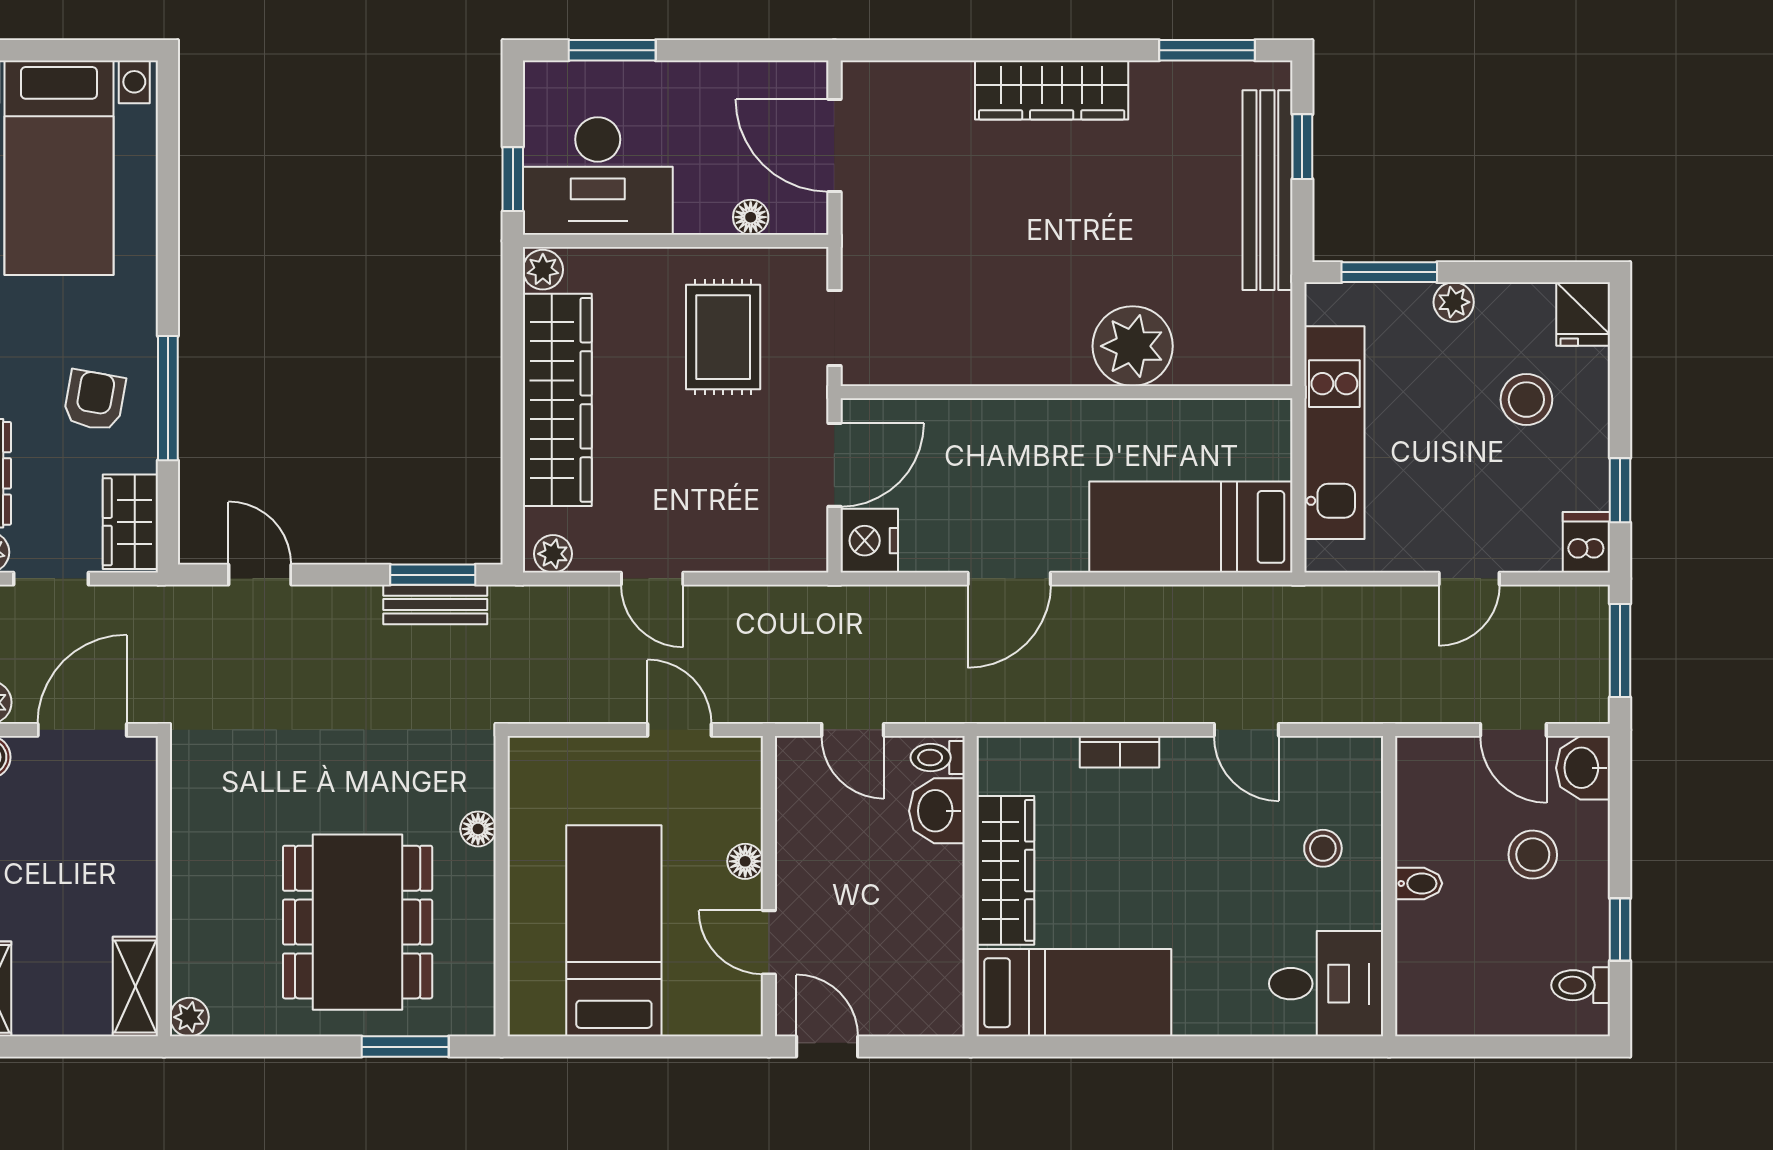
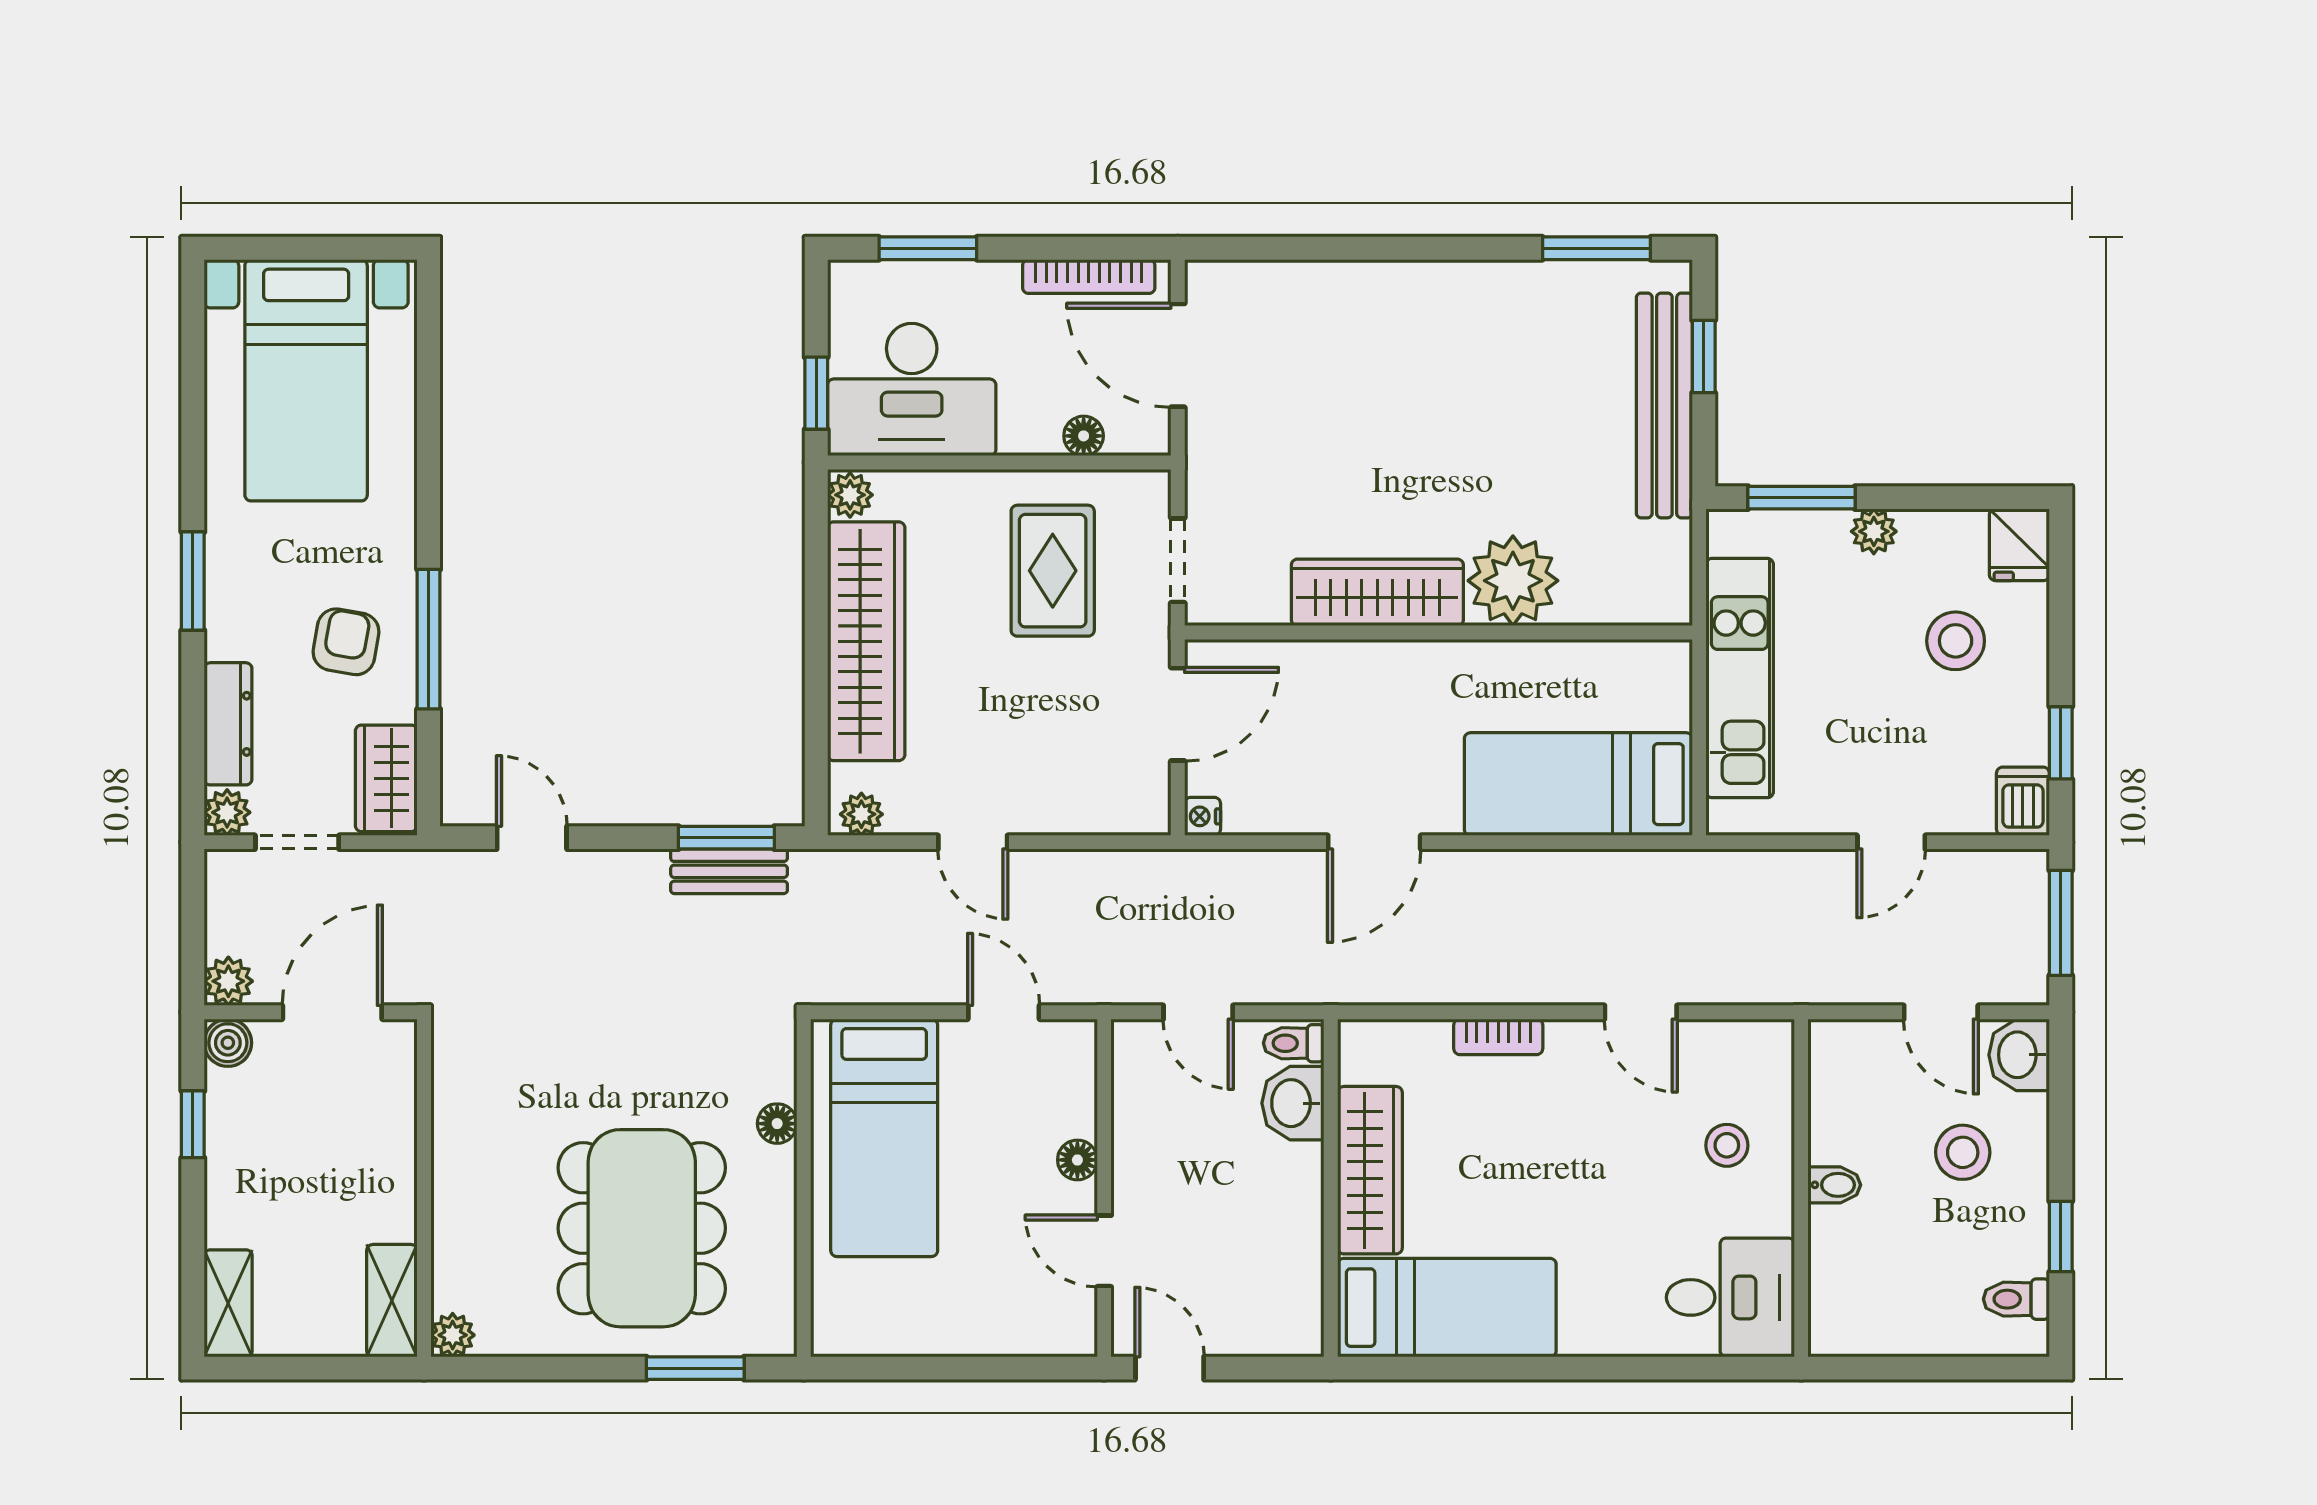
bookcase: (755, 75) -> (1089, 277), added
wardrobe: (1052, 90) -> (1377, 592), moved, turned 180
nightstand: (869, 541) -> (1203, 816), width x0.53, depth x0.56
bed: (614, 931) -> (884, 1138), moved, turned 180

